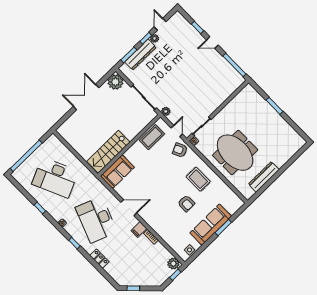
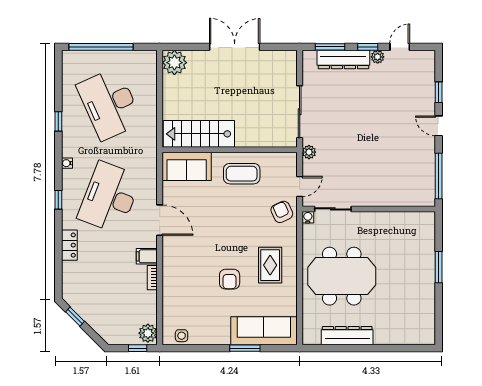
plant: (115, 82) -> (174, 63), moved
coffee table: (152, 137) -> (242, 174), moved
meeting table: (235, 153) -> (342, 276), turned 90
sofa: (211, 225) -> (264, 331), moved

